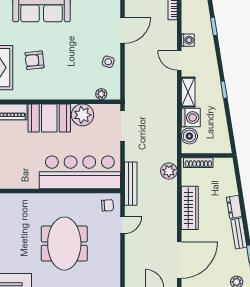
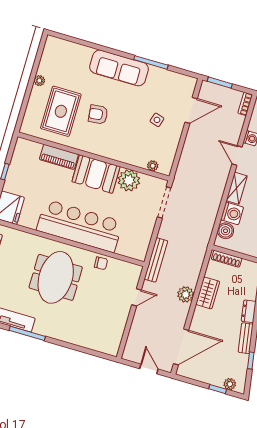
side table: (108, 62) -> (157, 120), moved
plant: (169, 171) -> (186, 294), moved
bar counter: (80, 172) -> (80, 226), moved
chair: (108, 205) -> (101, 263), moved
wardrobe: (190, 208) -> (208, 293), width x0.67
meeting table: (64, 244) -> (56, 277), moved

